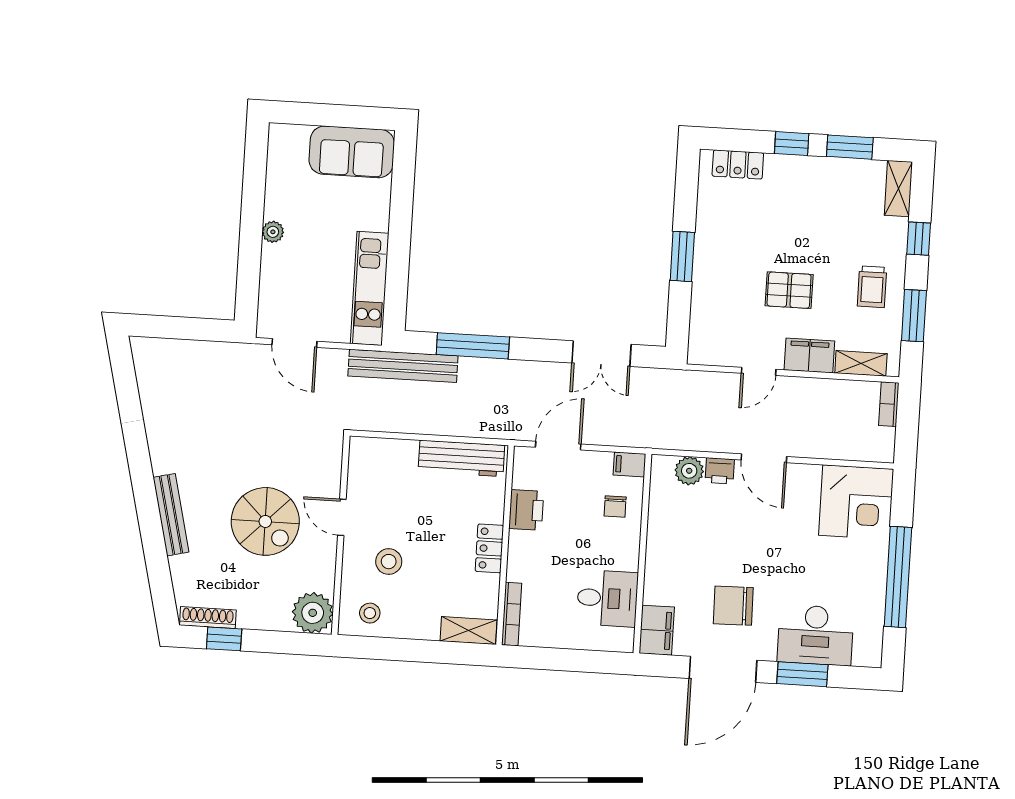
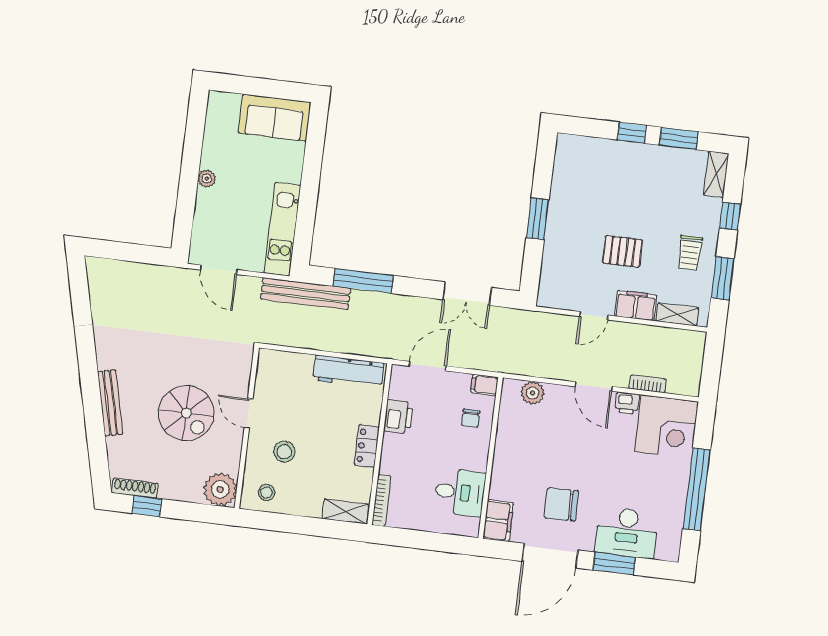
locker: (738, 164) -> (587, 147), removed
bookcase: (889, 404) -> (648, 384), moved, turned 90
printer: (720, 471) -> (627, 403), moved

